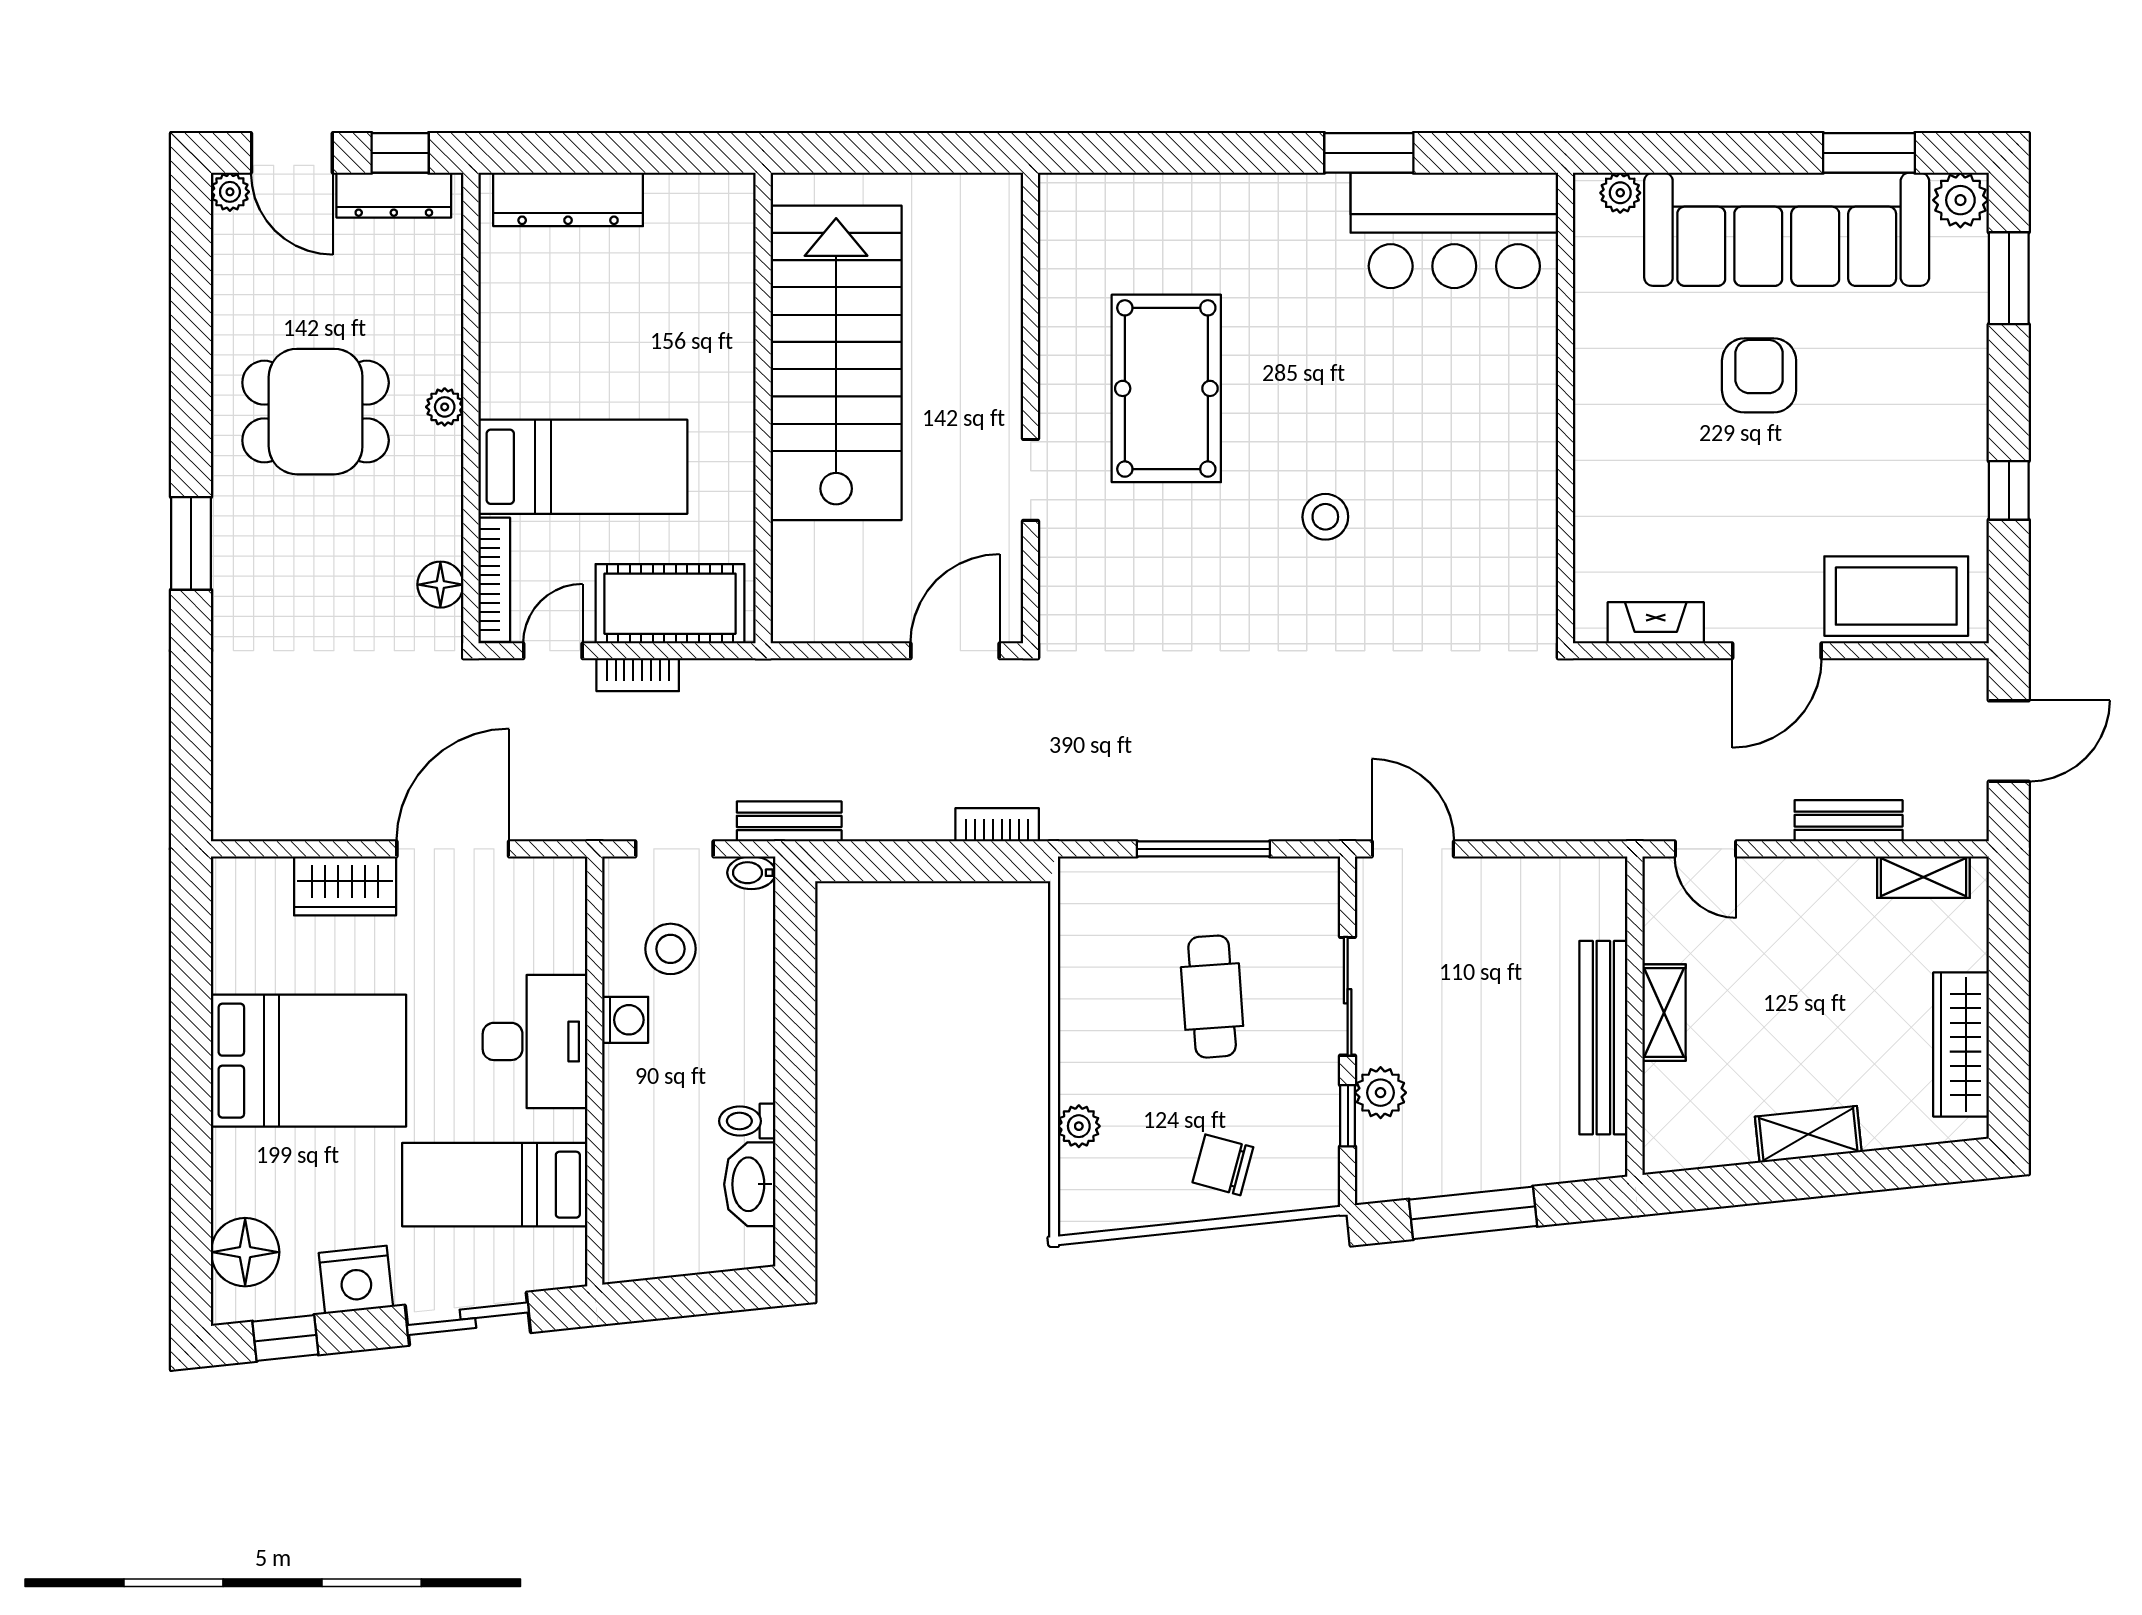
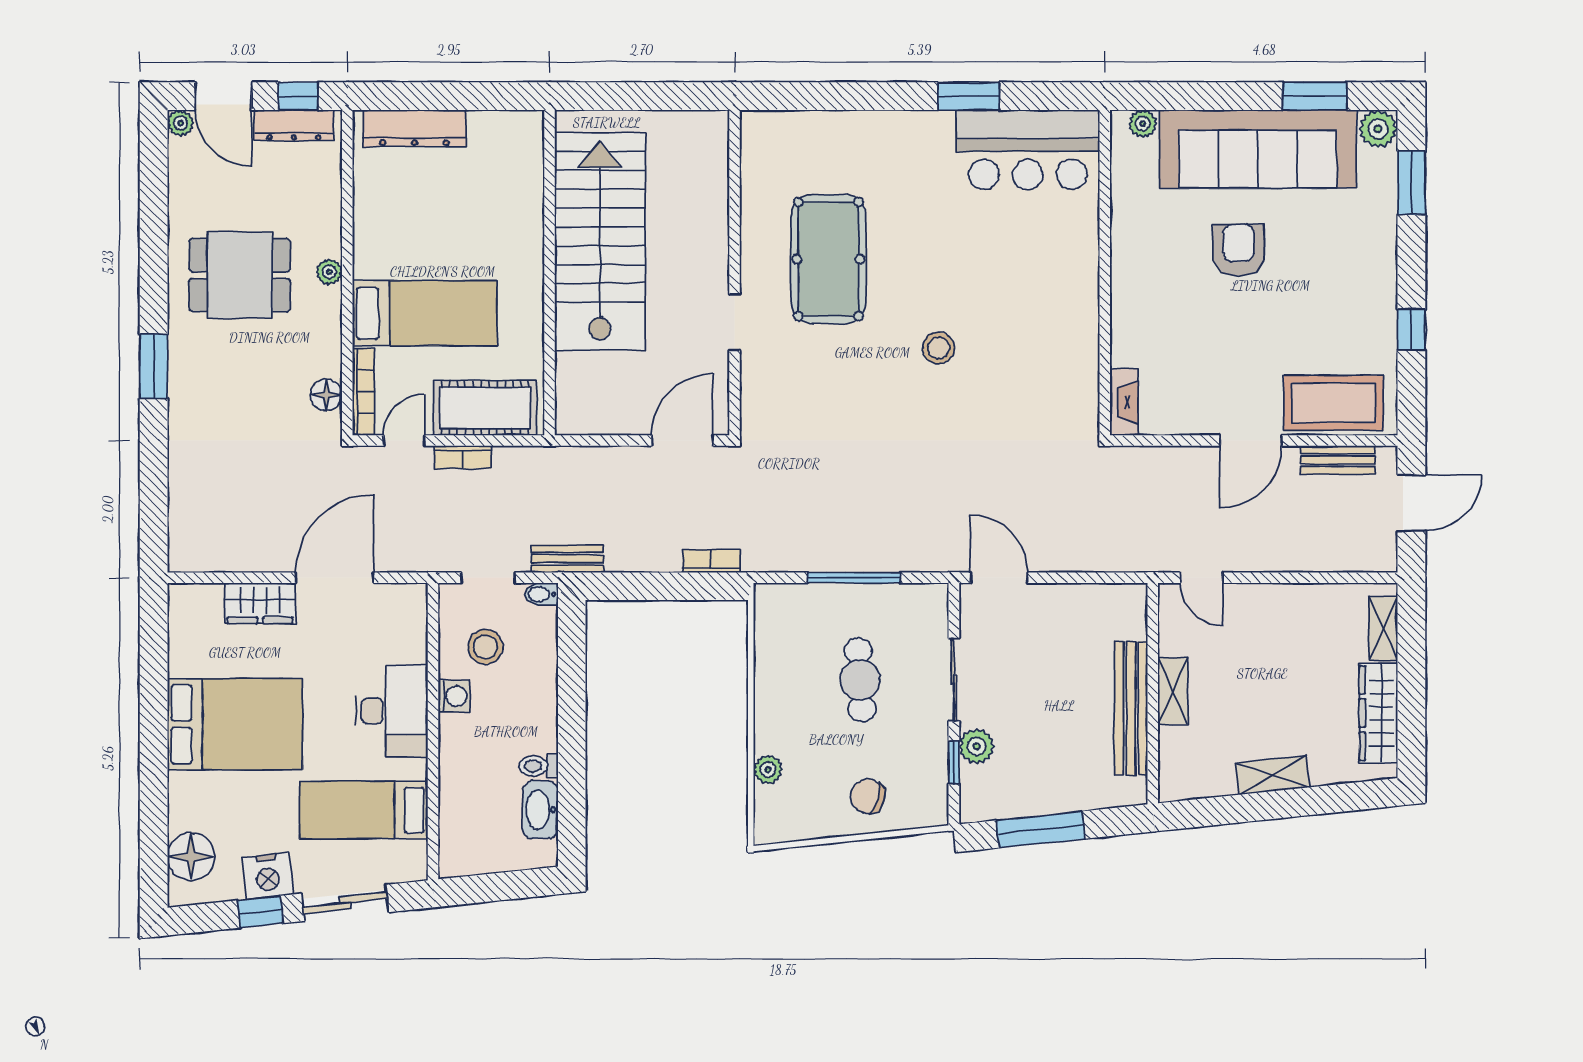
fireplace: (1656, 623) -> (1124, 402), moved, turned 90
bench: (1849, 821) -> (1338, 460), moved
shelving: (1923, 877) -> (1383, 628), moved, turned 90
window: (285, 1338) -> (260, 912), moved

